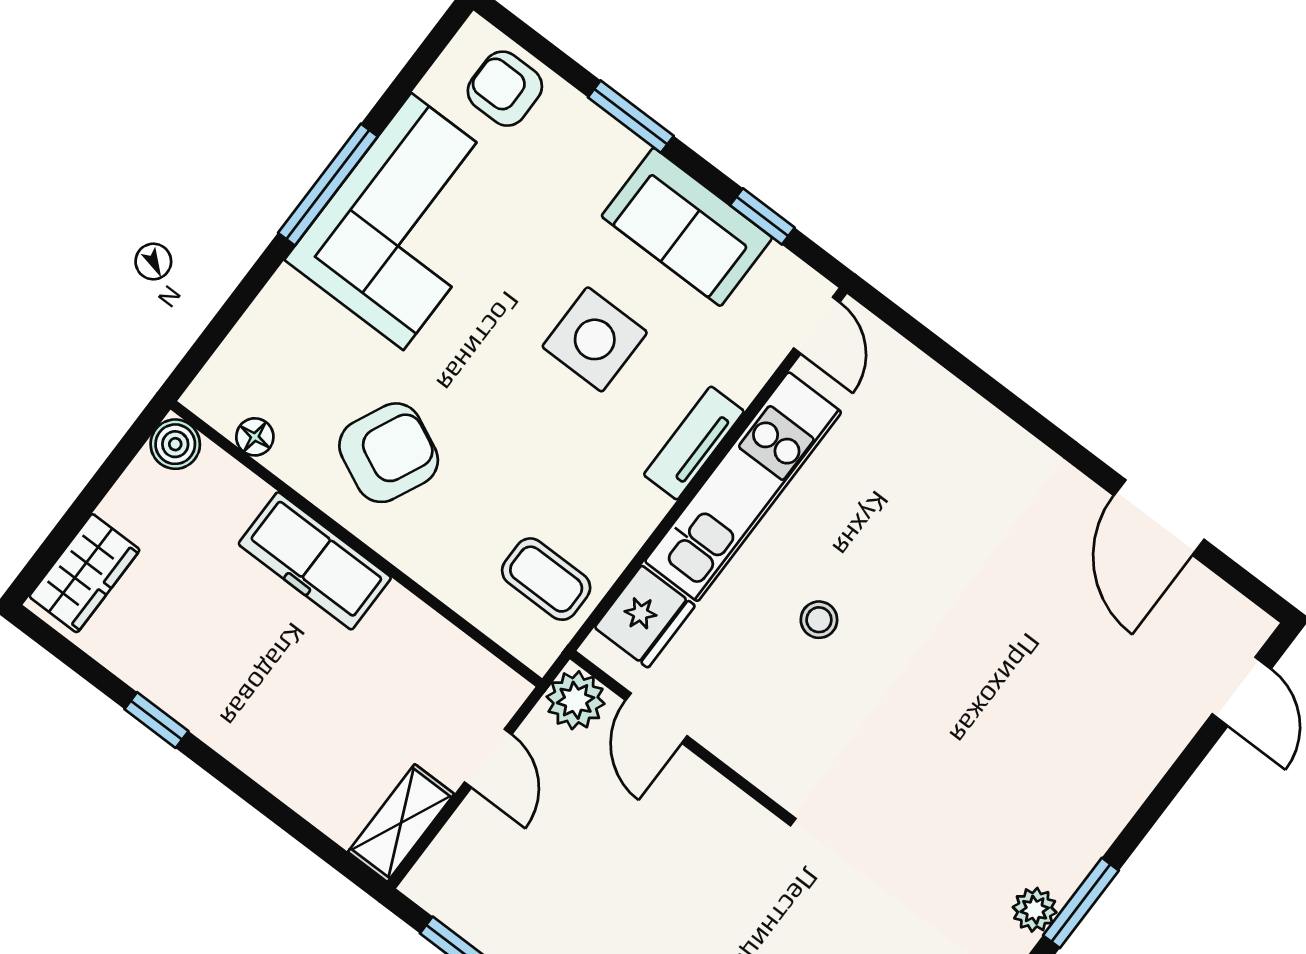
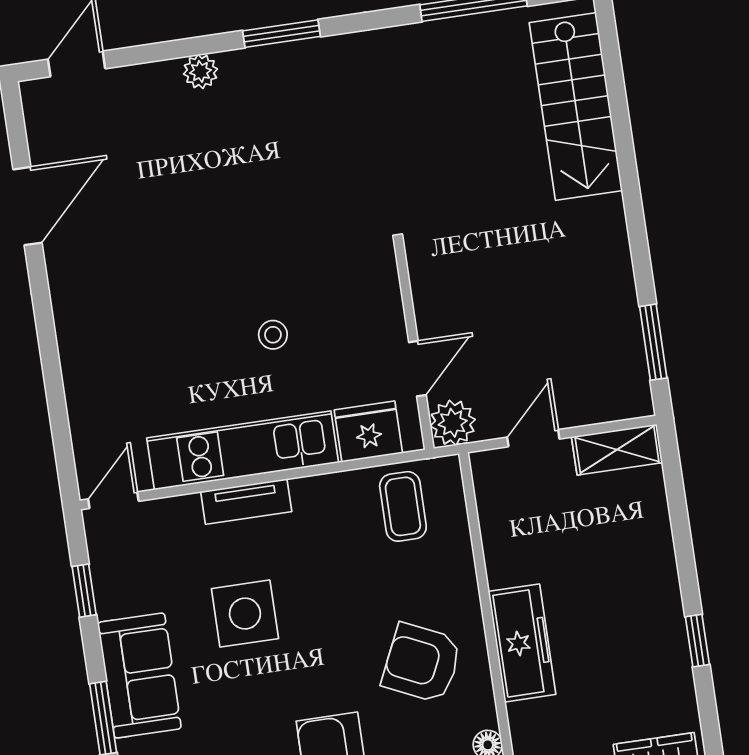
sofa: (687, 227) -> (139, 676), moved
plant: (1035, 910) -> (200, 72), moved

